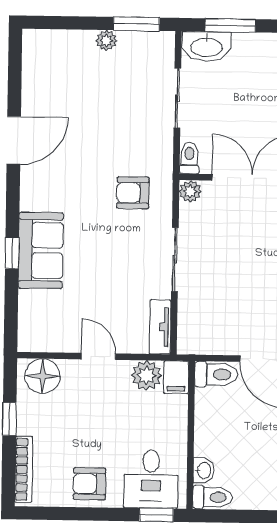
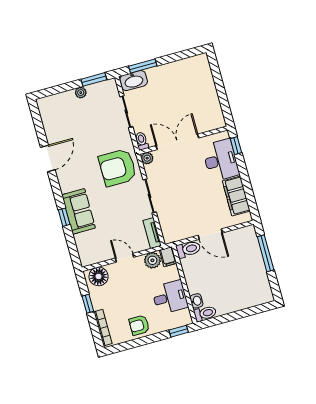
armchair: (133, 193) -> (118, 168), width x1.88, depth x1.88
desk: (151, 479) -> (170, 297), moved, turned -90

